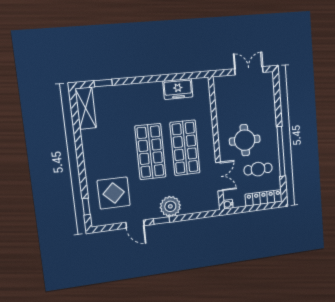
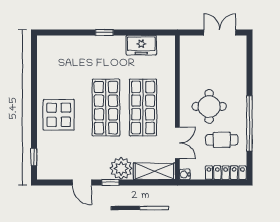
window: (103, 83) -> (104, 33), moved
shelving: (86, 108) -> (154, 171), moved, turned 90
display table: (114, 193) -> (59, 115), moved

